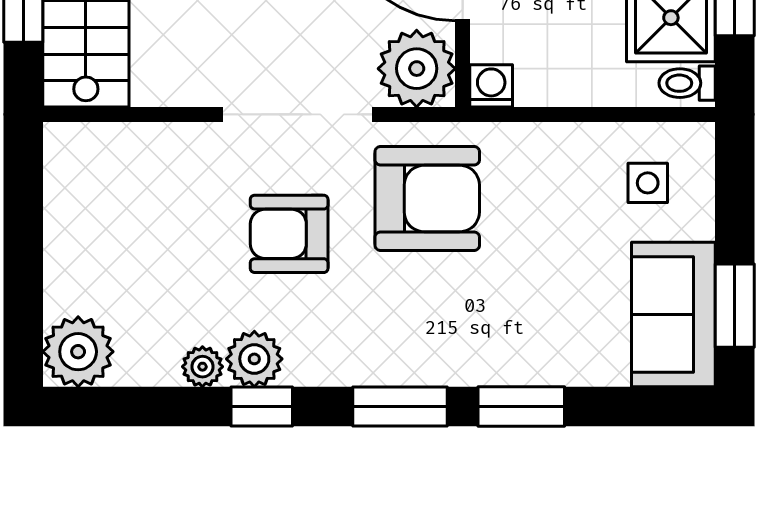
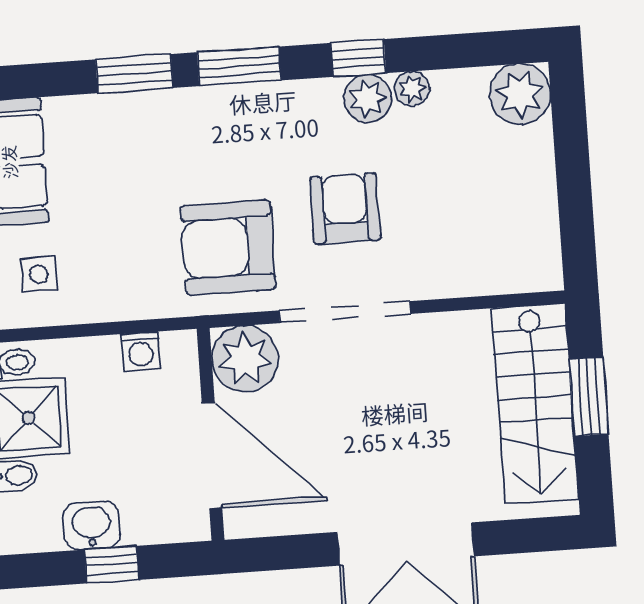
washing machine: (491, 86) -> (141, 351), moved
armchair: (289, 234) -> (345, 209), turned -90

